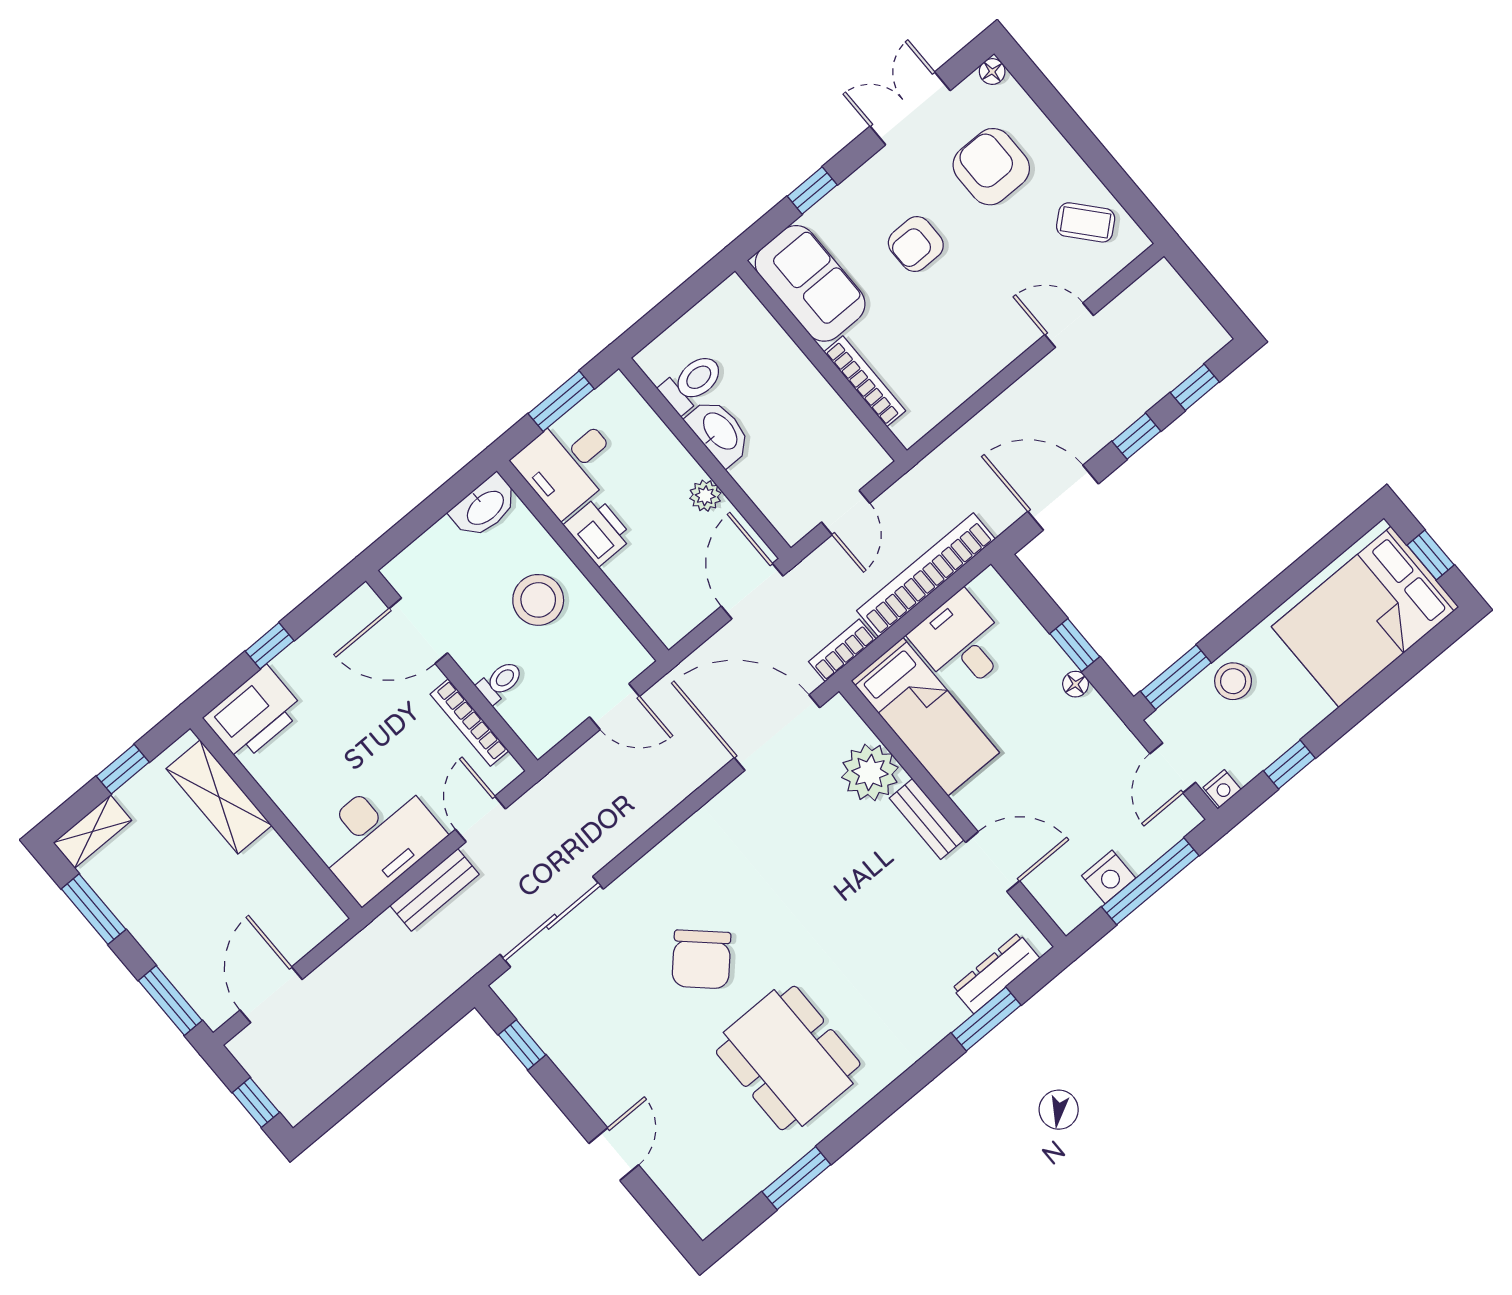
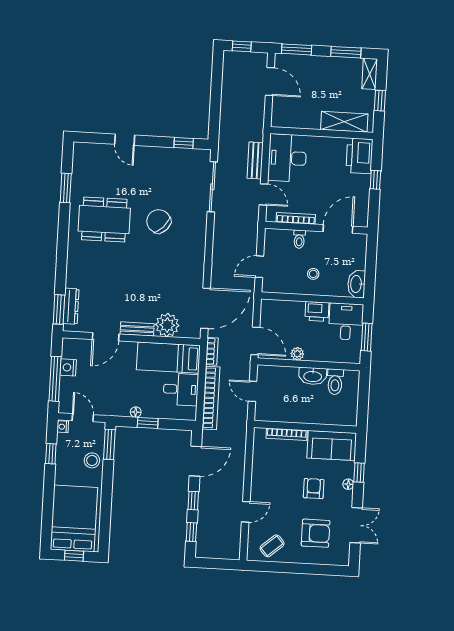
floor lamp: (992, 72) -> (348, 484), moved
stool: (538, 600) -> (313, 274), width x0.53, depth x0.53
window: (986, 1019) -> (59, 309), moved

